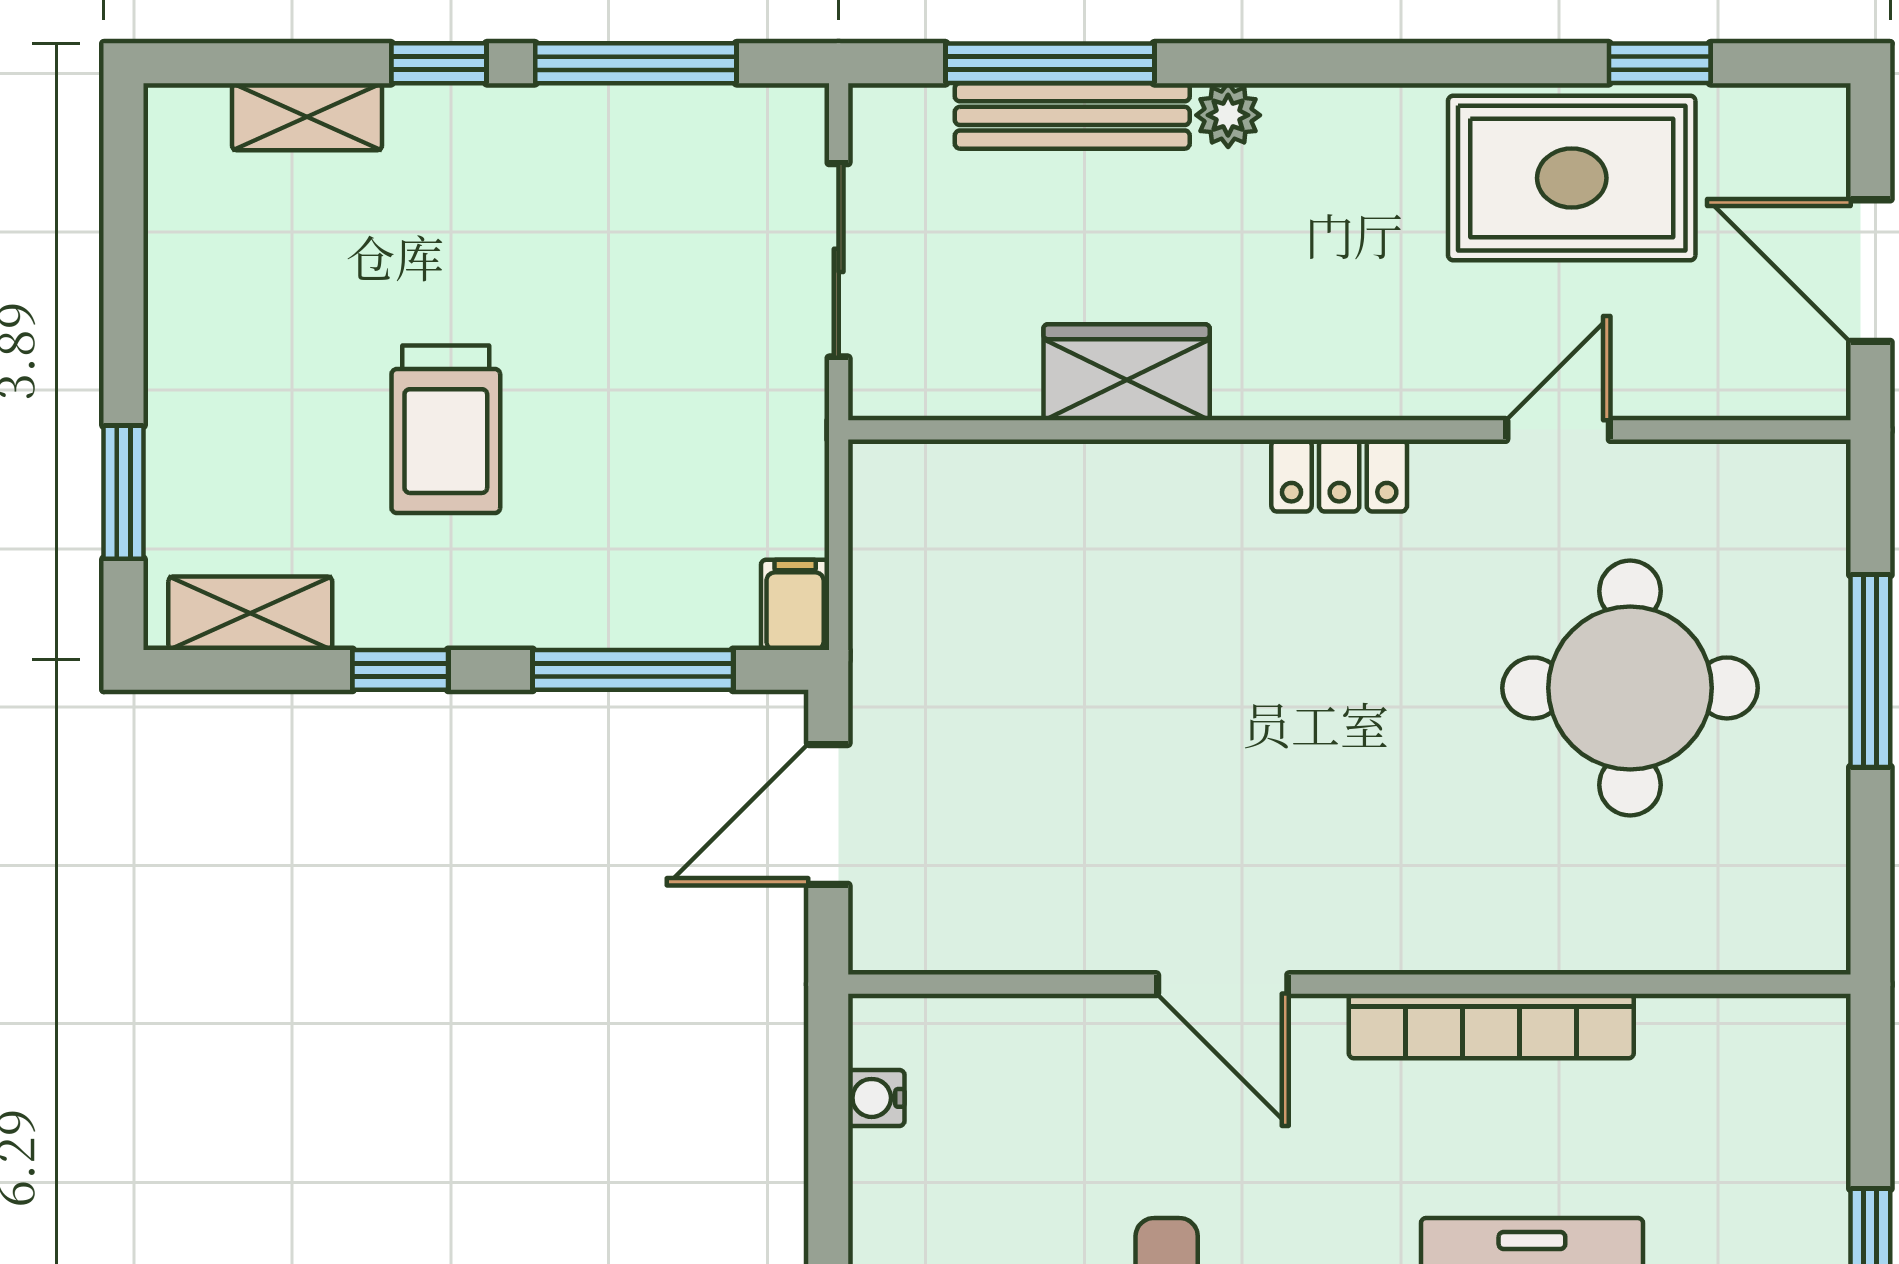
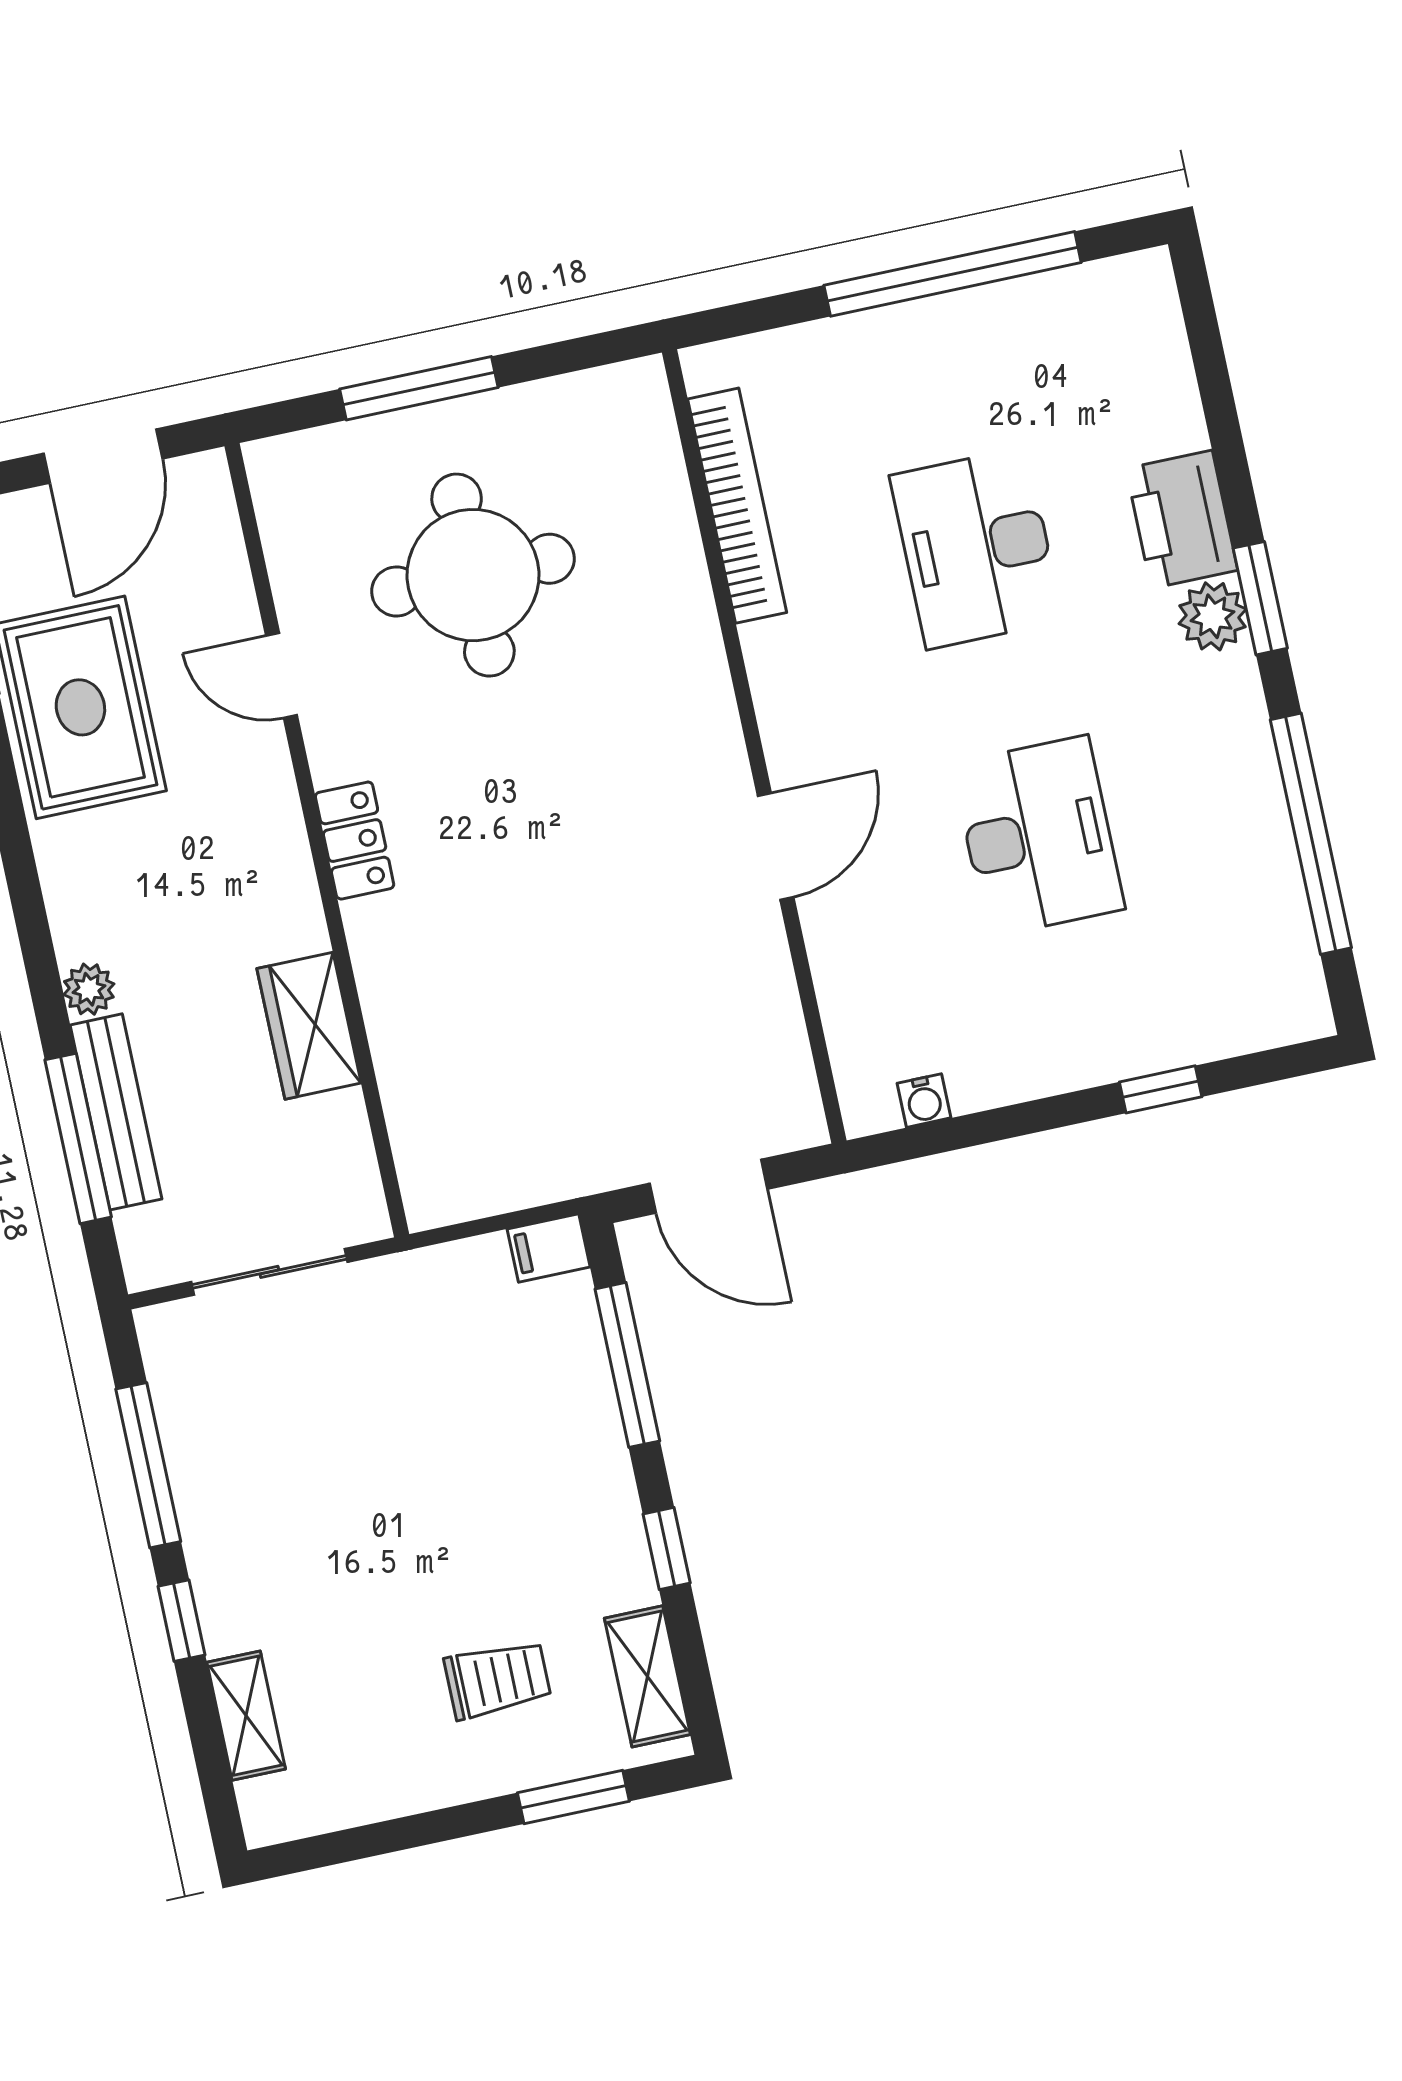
trolley: (446, 429) -> (498, 1680), moved, width x0.73, depth x0.72
bookcase: (1491, 1026) -> (737, 506), moved

